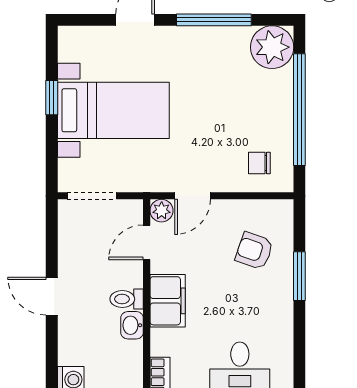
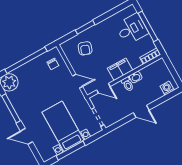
window: (52, 98) -> (71, 151), width x2.17
plant: (162, 211) -> (89, 89), removed
door: (52, 296) -> (141, 111), hinge flipped

